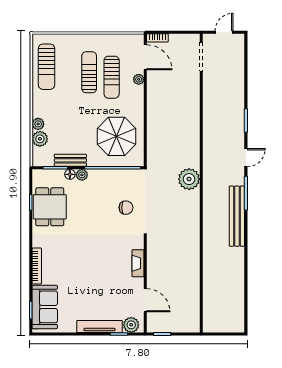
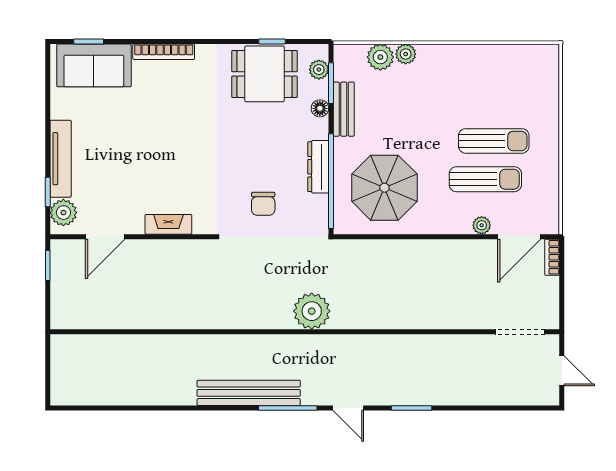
sun lounger: (47, 67) -> (503, 68), removed
sun lounger: (112, 77) -> (485, 179), turned 180
plant: (82, 175) -> (319, 70), moved
dresser: (104, 175) -> (318, 167), added

